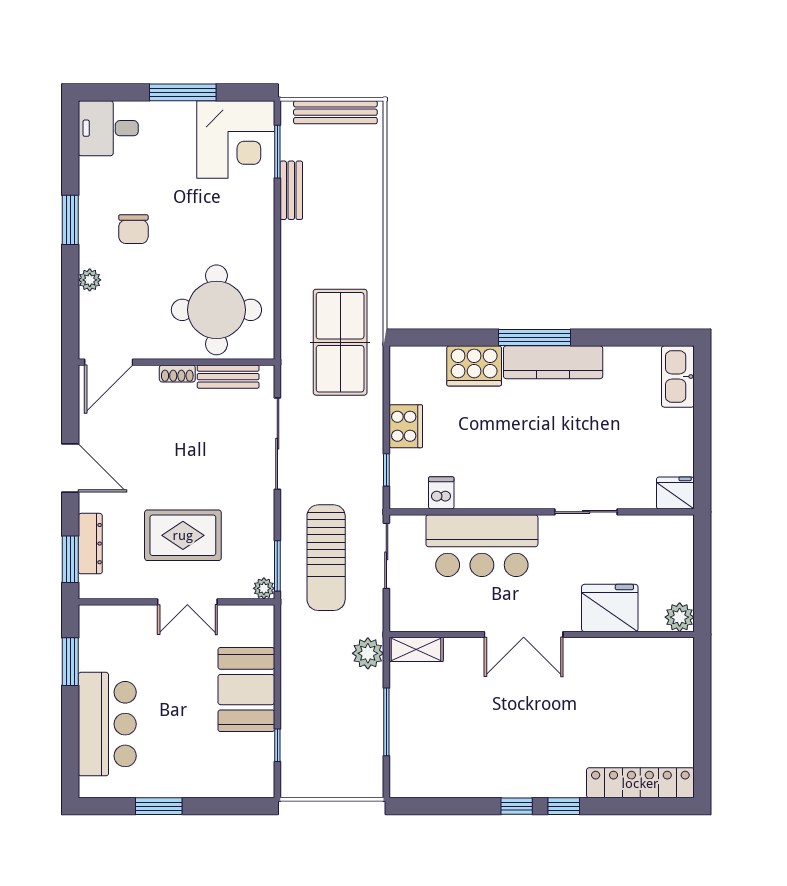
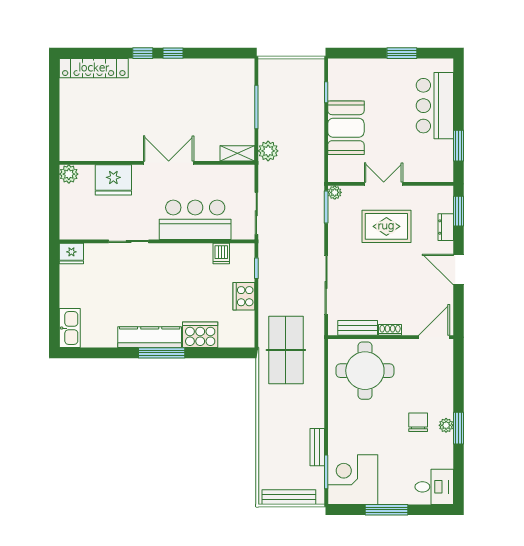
plant: (90, 280) -> (446, 425), moved
dresser: (90, 544) -> (446, 227), width x0.70
sun lounger: (326, 558) -> (295, 212), removed

